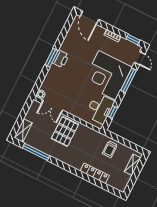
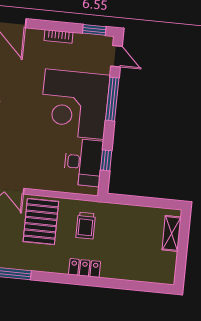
trolley: (110, 149) -> (86, 226), moved
locker: (95, 173) -> (85, 268), moved, width x0.66

